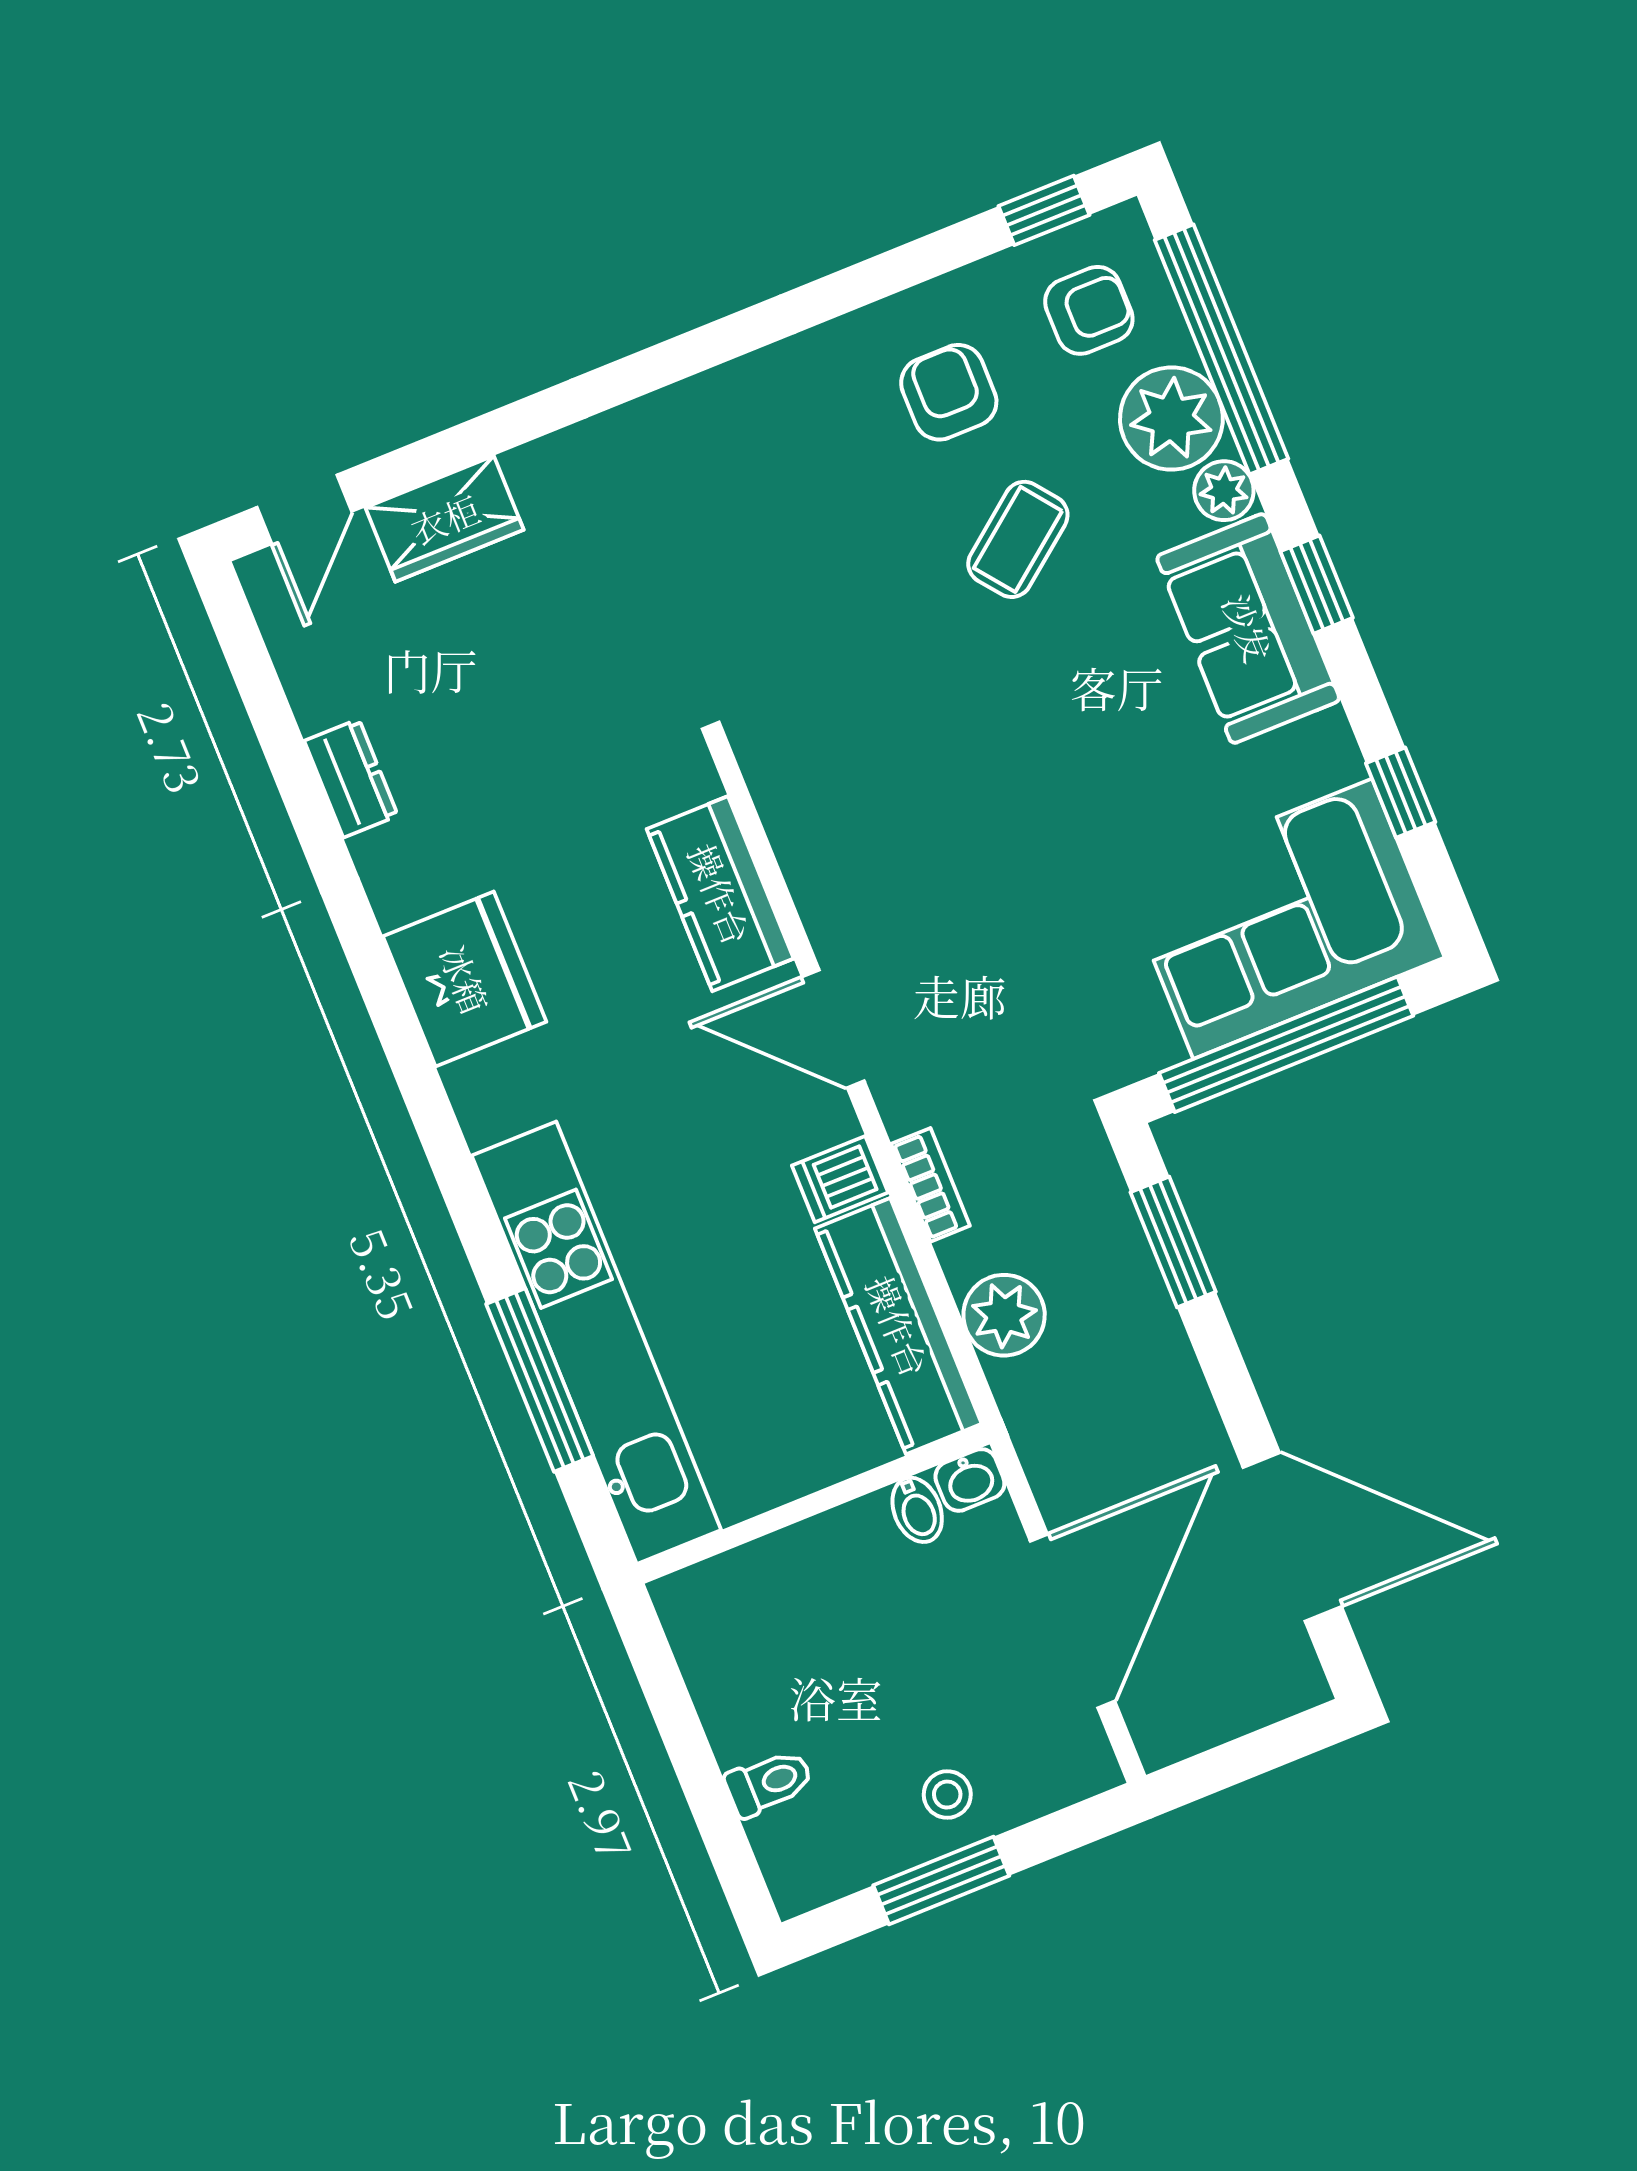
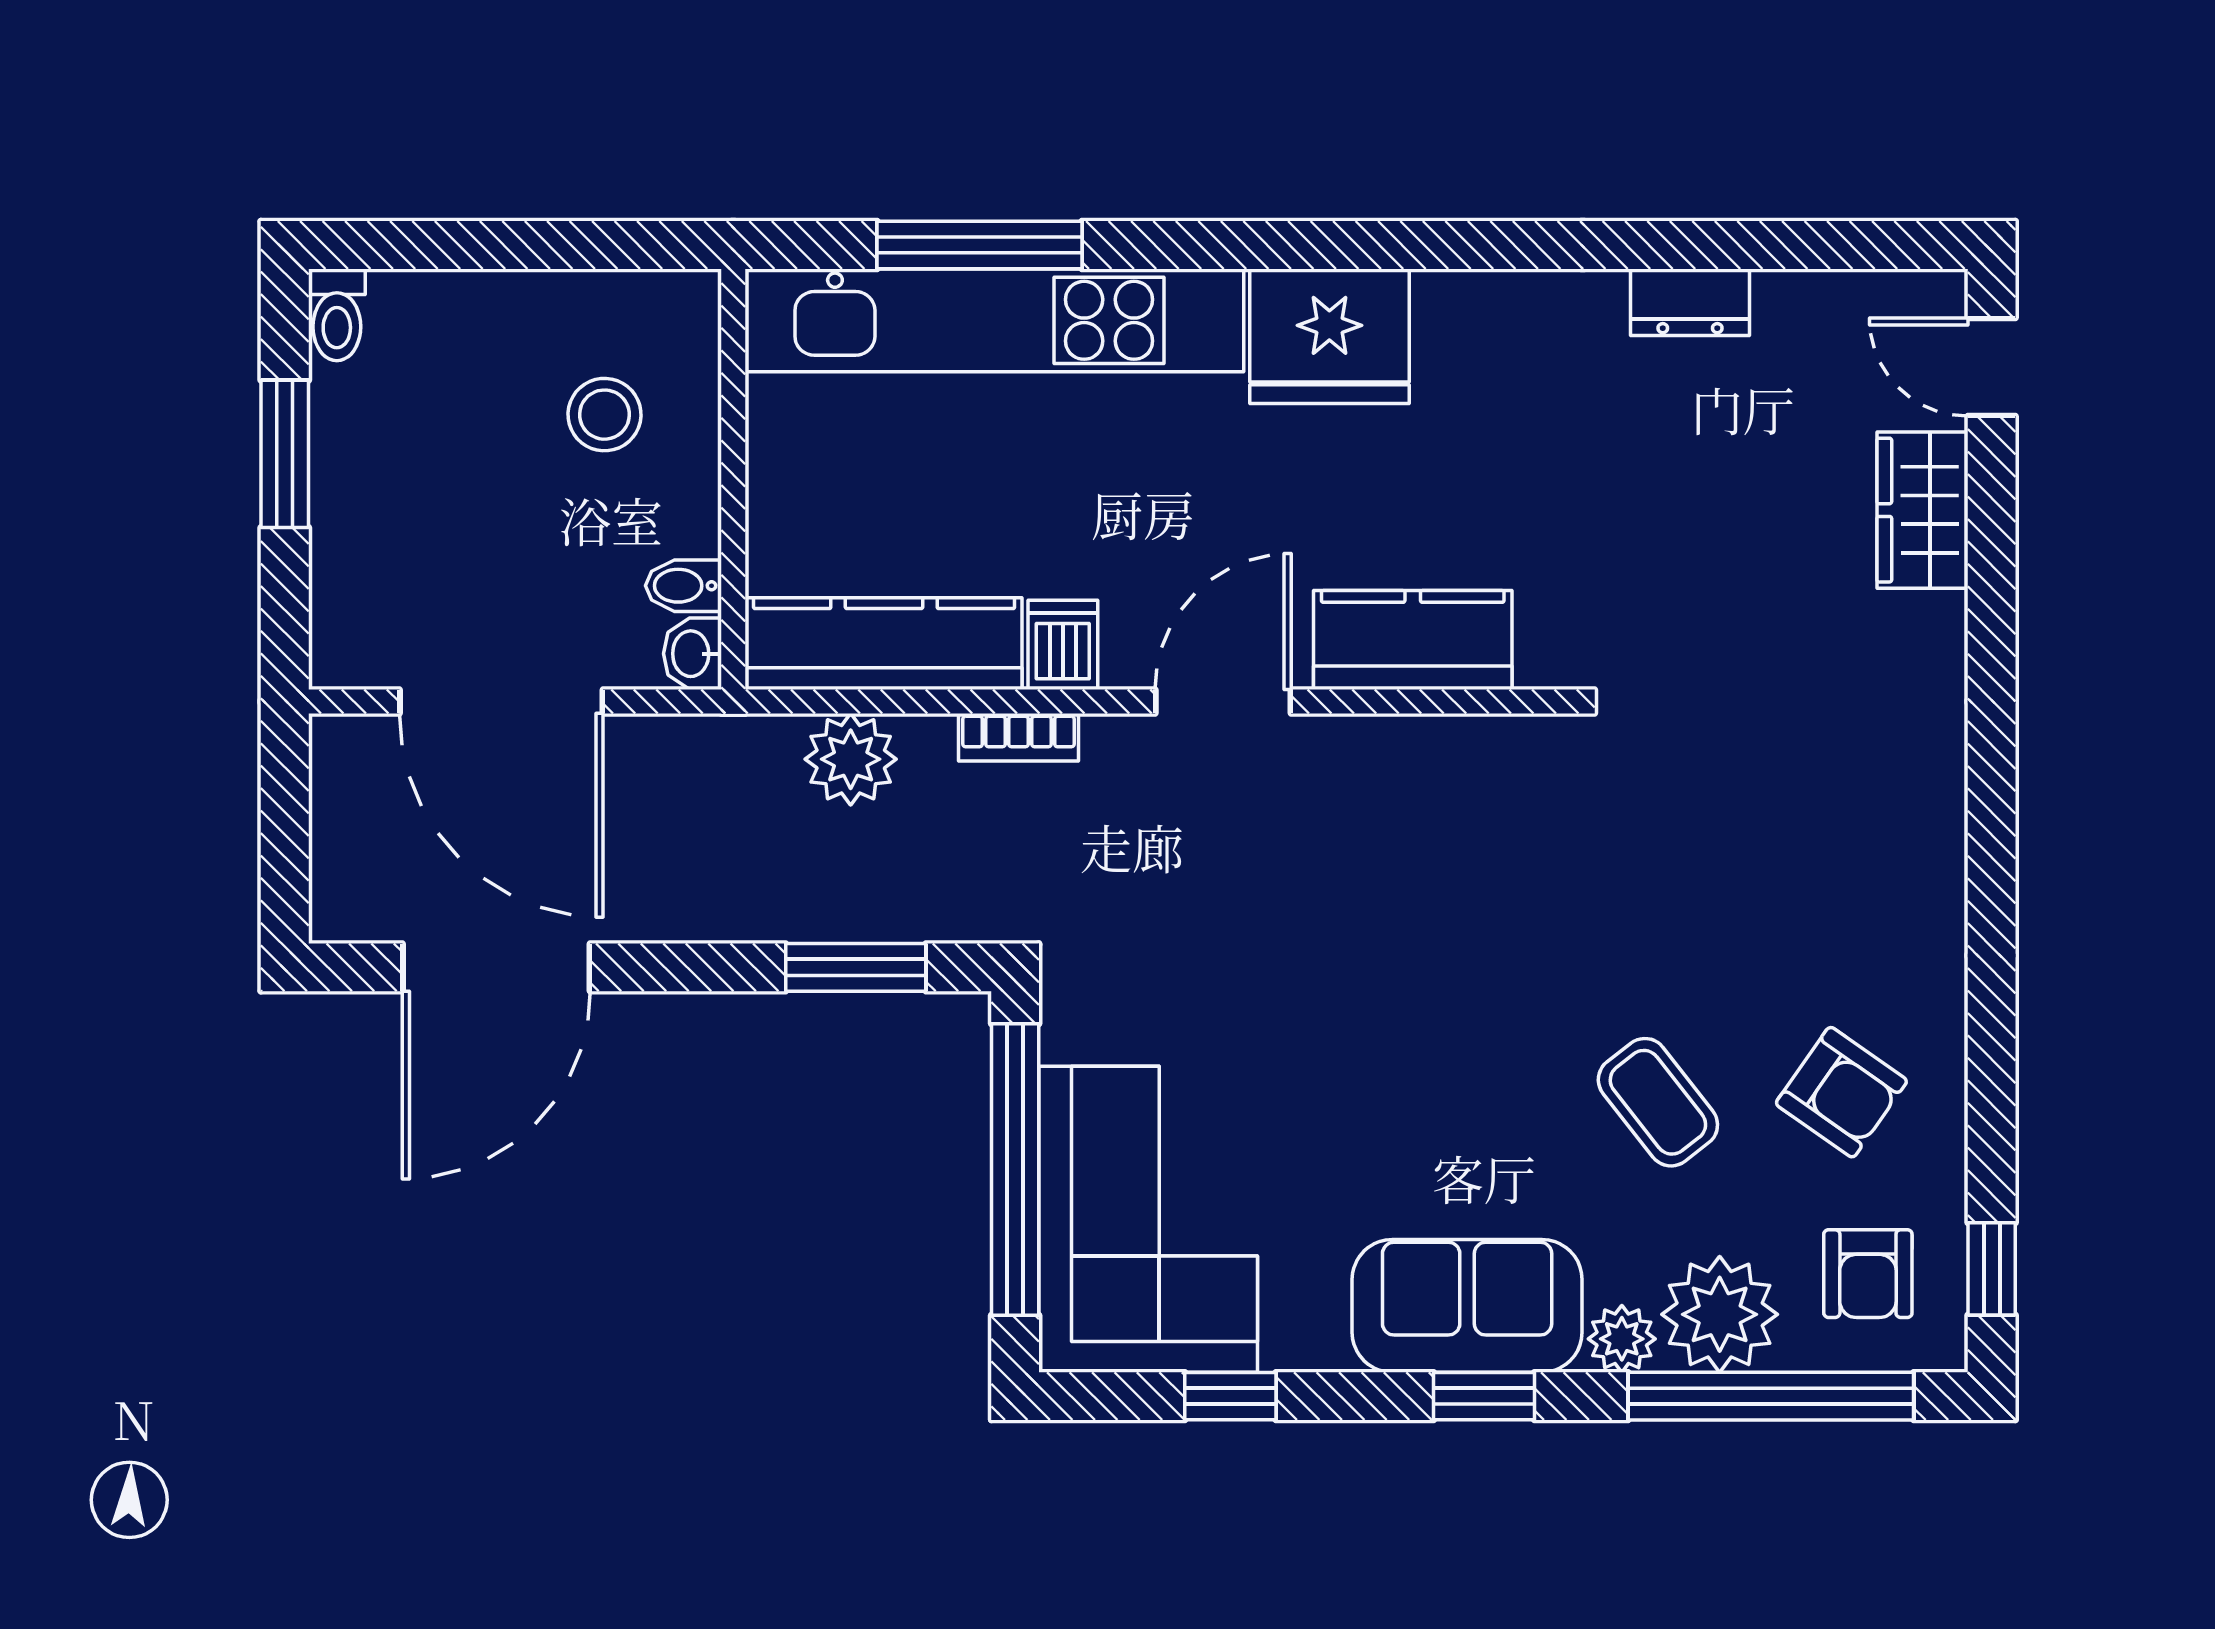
armchair: (949, 392) -> (1841, 1092), turned 35
fridge: (465, 979) -> (1329, 336), moved
toilet: (769, 1783) -> (337, 315), moved
stool: (947, 1795) -> (604, 415), moved, width x1.37, depth x1.37

